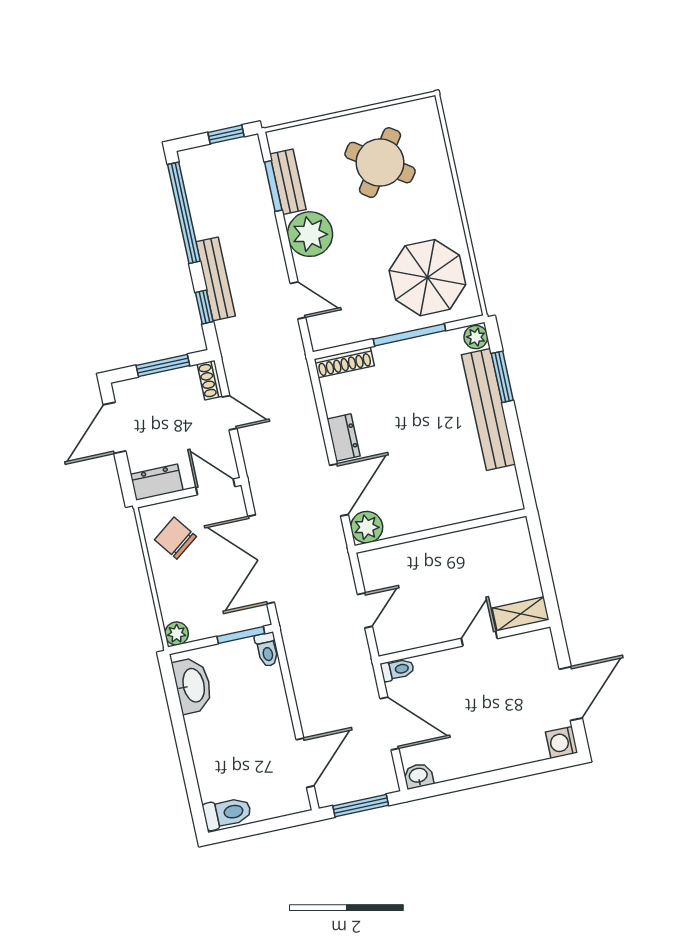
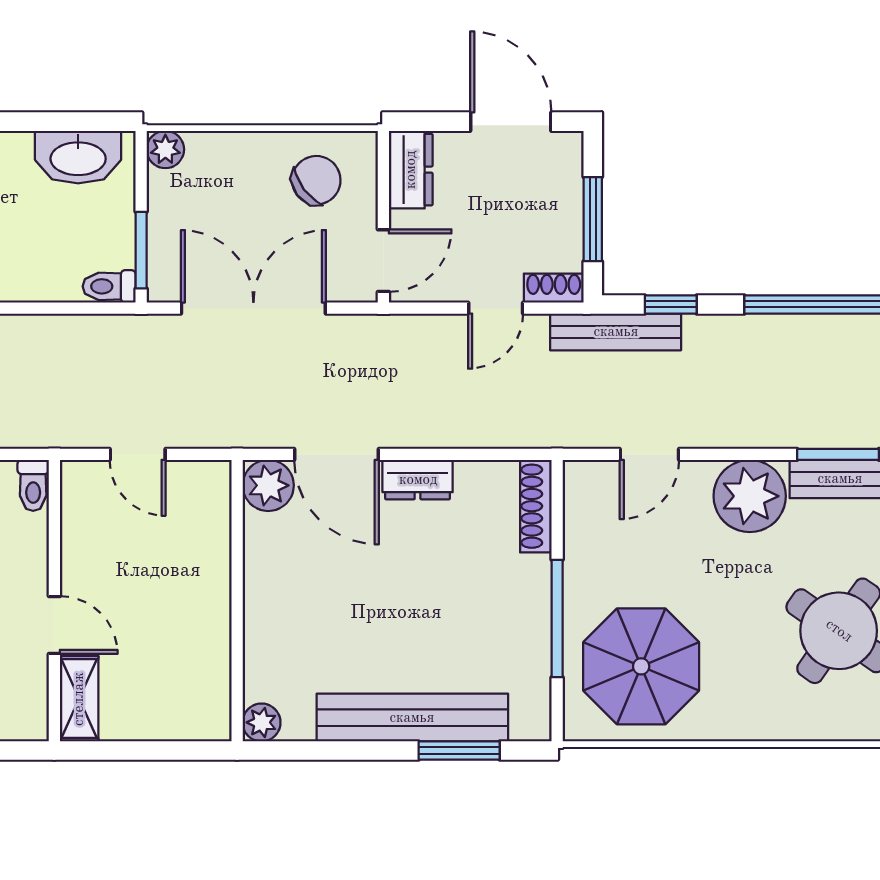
bench: (216, 279) -> (616, 332), moved
plant: (476, 337) -> (262, 722), moved

